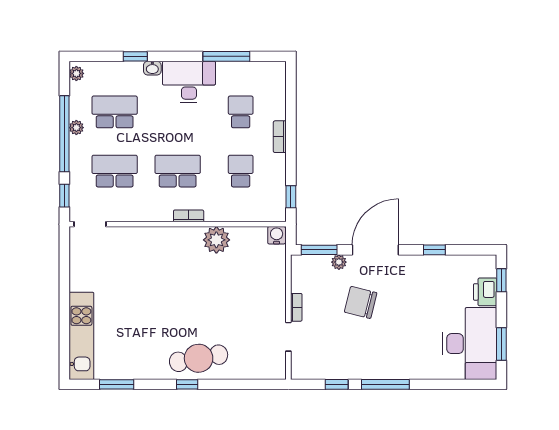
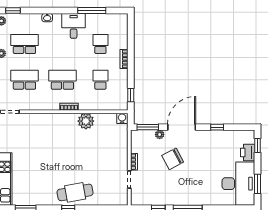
window: (135, 56) -> (13, 11), moved
desk: (189, 82) -> (74, 26), width x0.73
chair: (361, 302) -> (173, 159), turned -42

